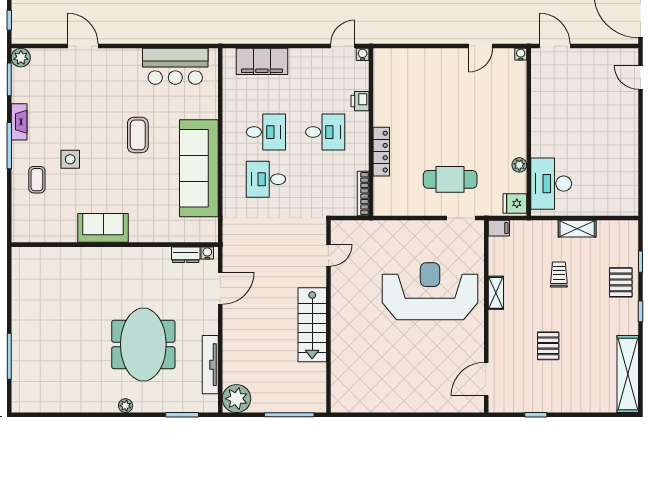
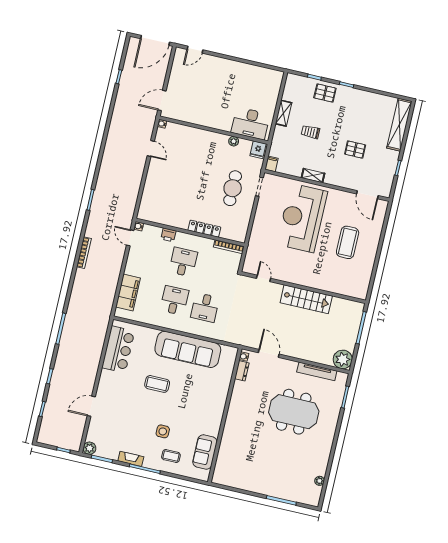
sofa: (103, 228) -> (205, 452), moved
coffee table: (410, 366) -> (348, 242), added
shelving: (628, 374) -> (399, 125), moved, turned 90
plant: (126, 406) -> (320, 481), moved

